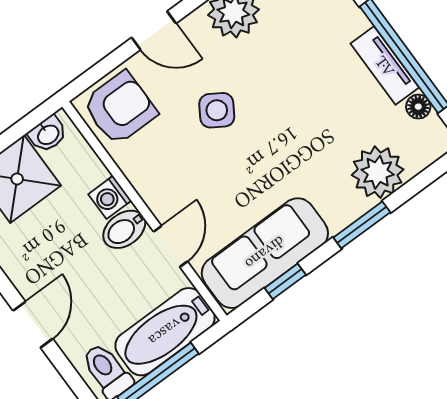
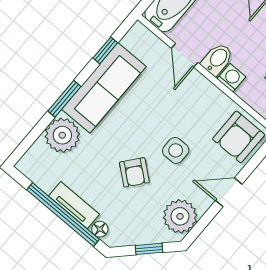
armchair: (285, 93) -> (134, 172), added
floor lamp: (418, 107) -> (100, 229), moved
side table: (217, 110) -> (176, 150), turned -32
sofa: (265, 253) -> (104, 88), moved

